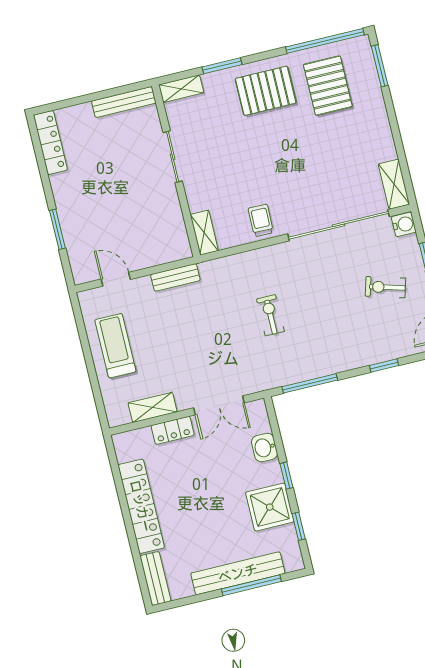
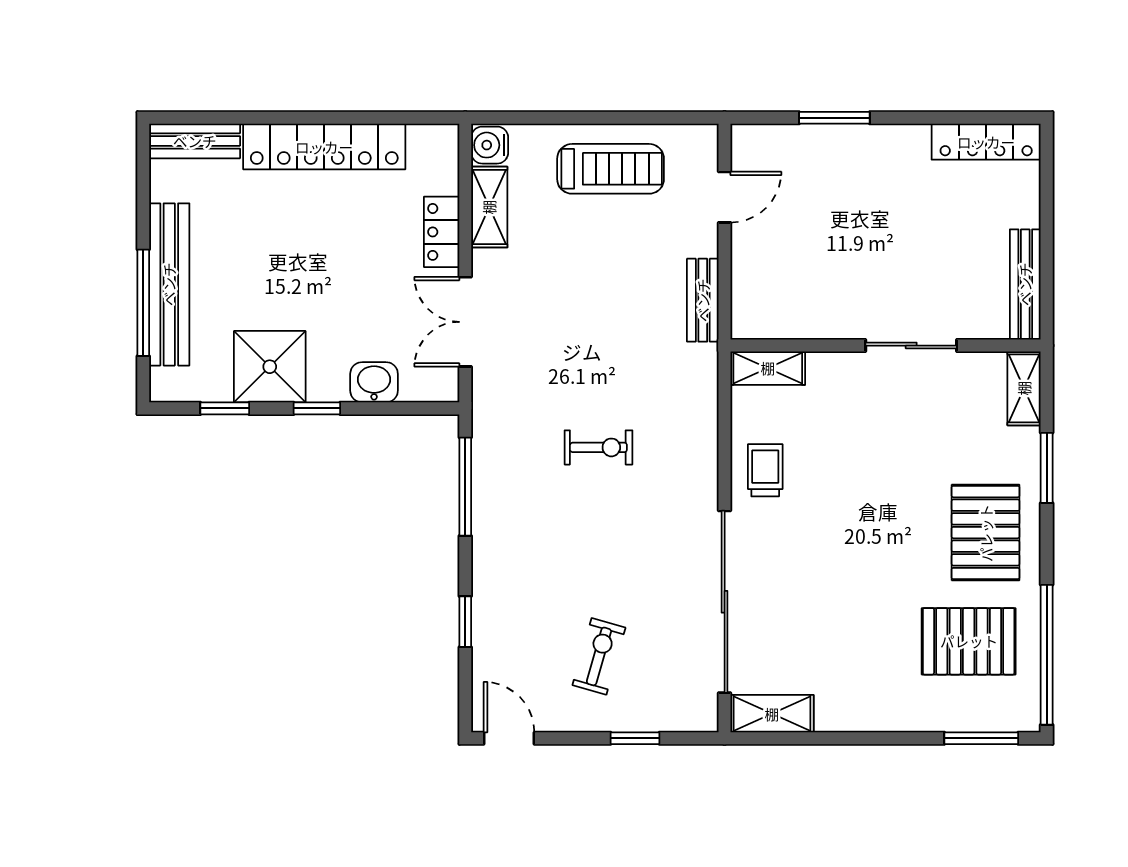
trolley: (261, 220) -> (765, 470), turned -91
water cooler: (404, 224) -> (490, 145), moved, turned 90

